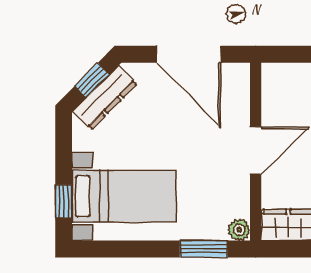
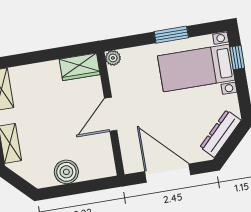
window: (92, 80) -> (231, 144), removed
window: (204, 249) -> (171, 35), moved

